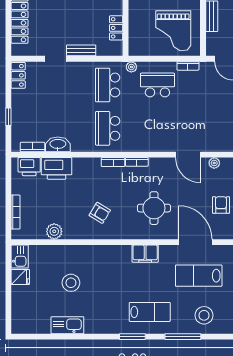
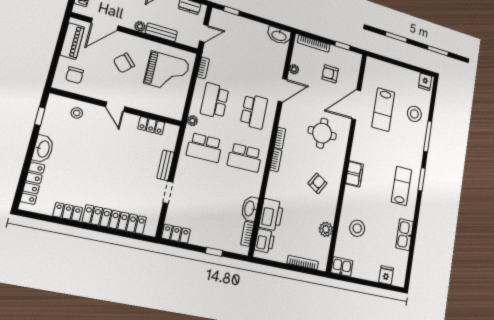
school desk: (157, 128) -> (254, 111), added
filing cabinet: (145, 254) -> (354, 174), moved
fridge: (20, 277) -> (386, 275), moved
stool: (71, 283) -> (357, 228), moved
lab bench: (150, 312) -> (401, 186), moved

